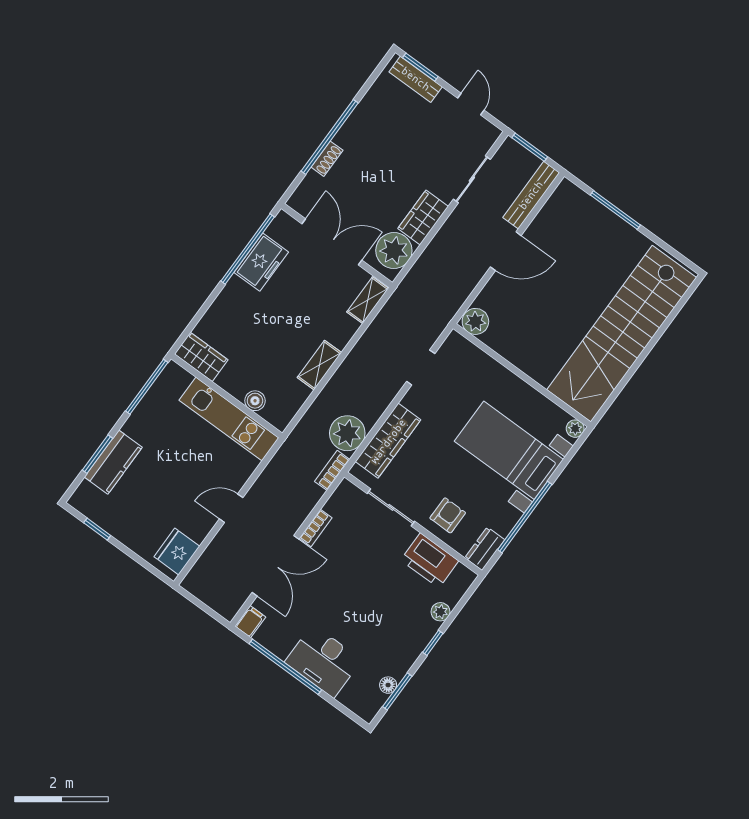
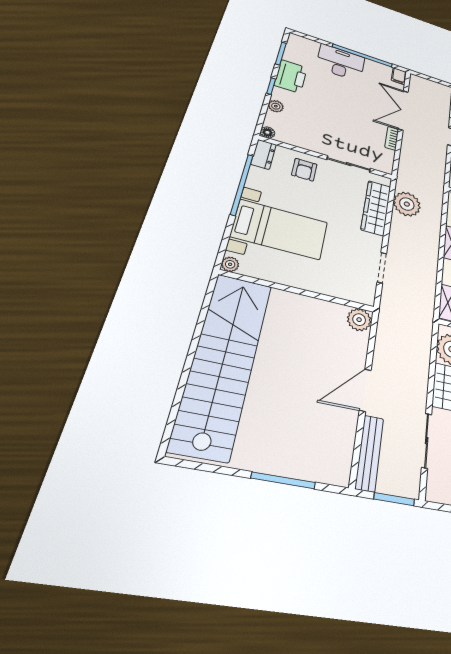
bookcase: (332, 470) -> (402, 177), removed
printer: (430, 560) -> (291, 76), moved, turned 90
floor lamp: (388, 685) -> (267, 132), moved

